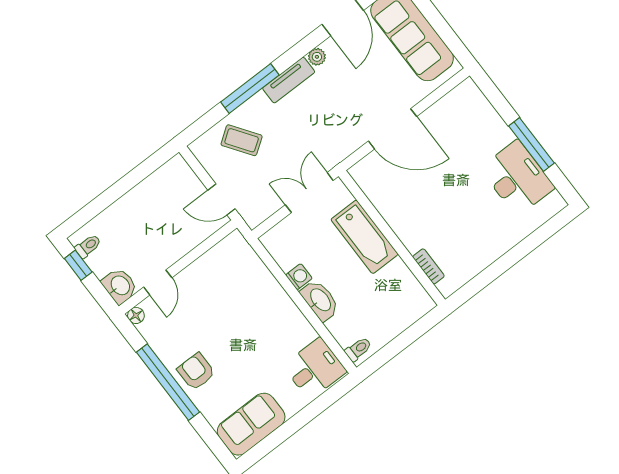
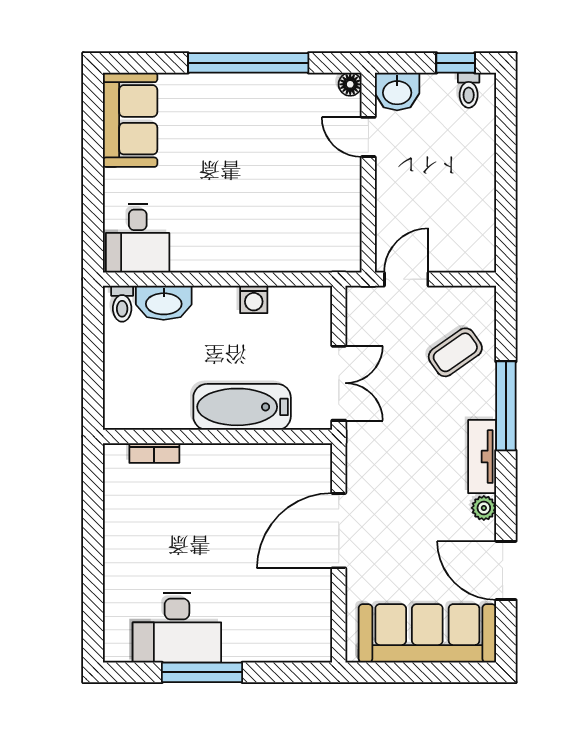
washbasin: (320, 300) -> (164, 303), moved
armchair: (196, 372) -> (236, 104), removed

